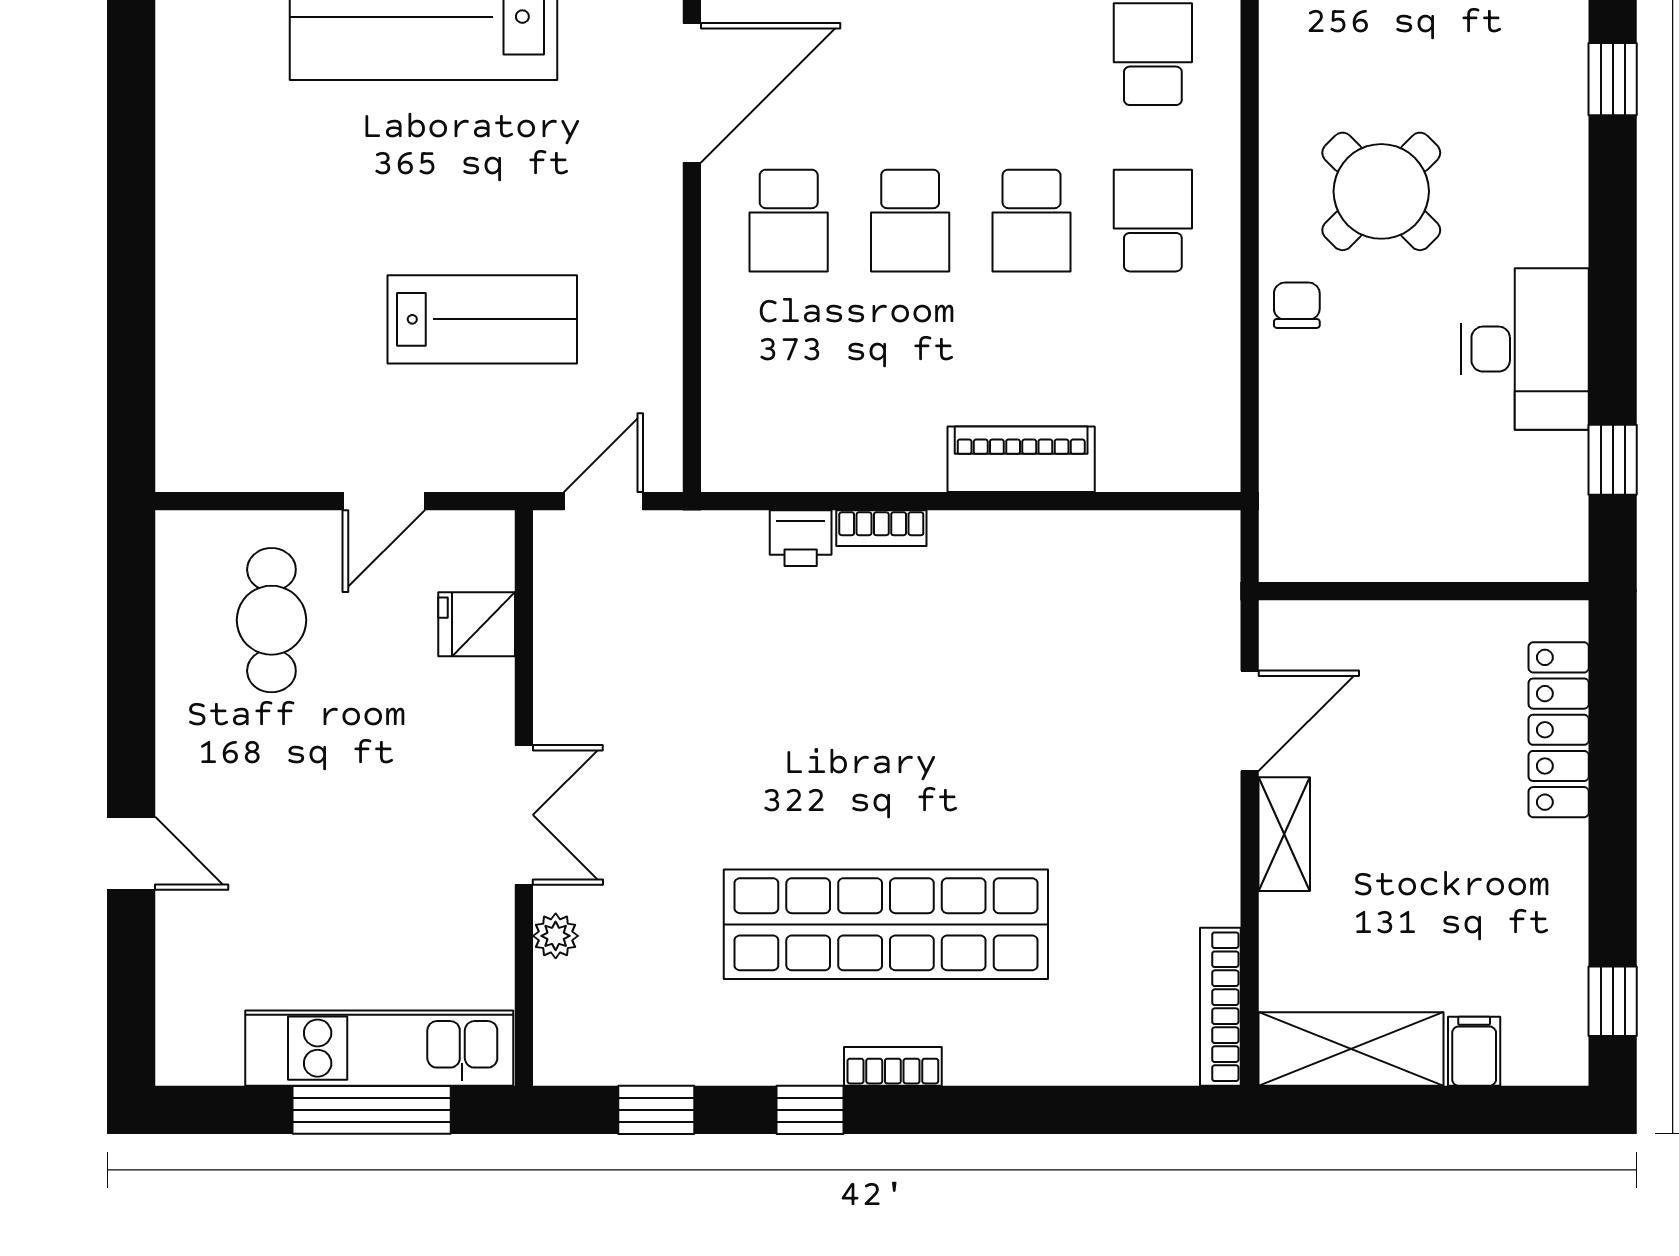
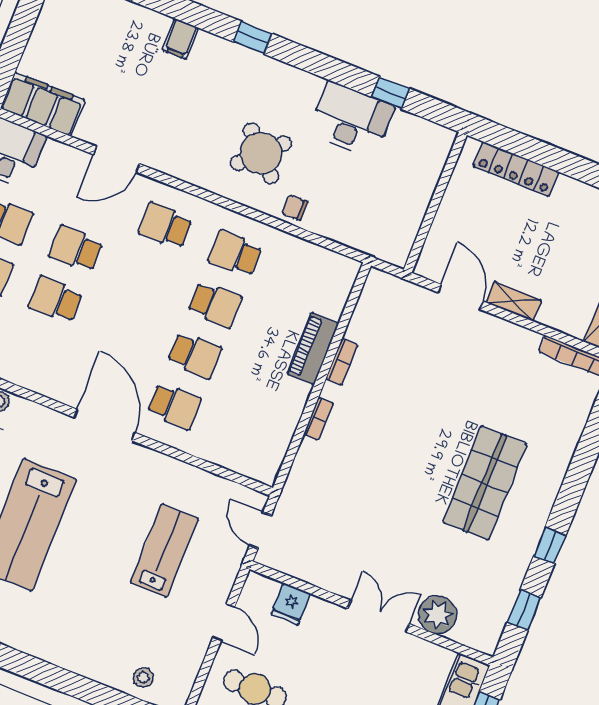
stool: (203, 381) -> (143, 678), added
window: (1613, 460) -> (391, 93), moved
printer: (801, 538) -> (309, 454), removed
shop shelf: (886, 924) -> (485, 483), width x0.71
plant: (556, 936) -> (438, 615), width x1.87, depth x1.87
bookcase: (893, 1066) -> (342, 362), moved, turned 180

